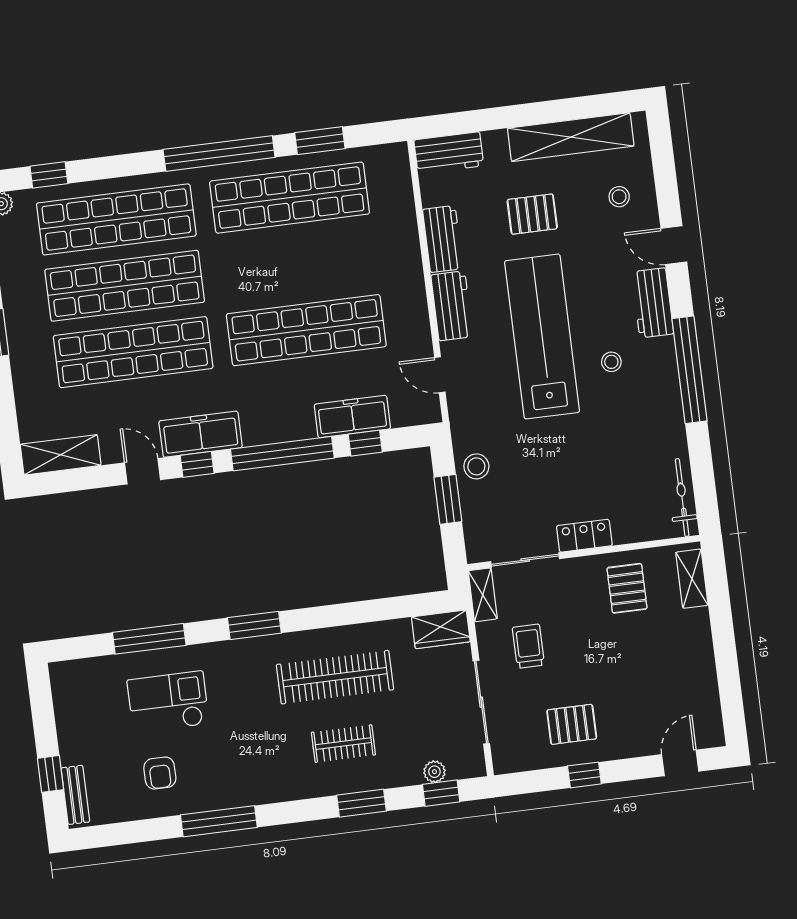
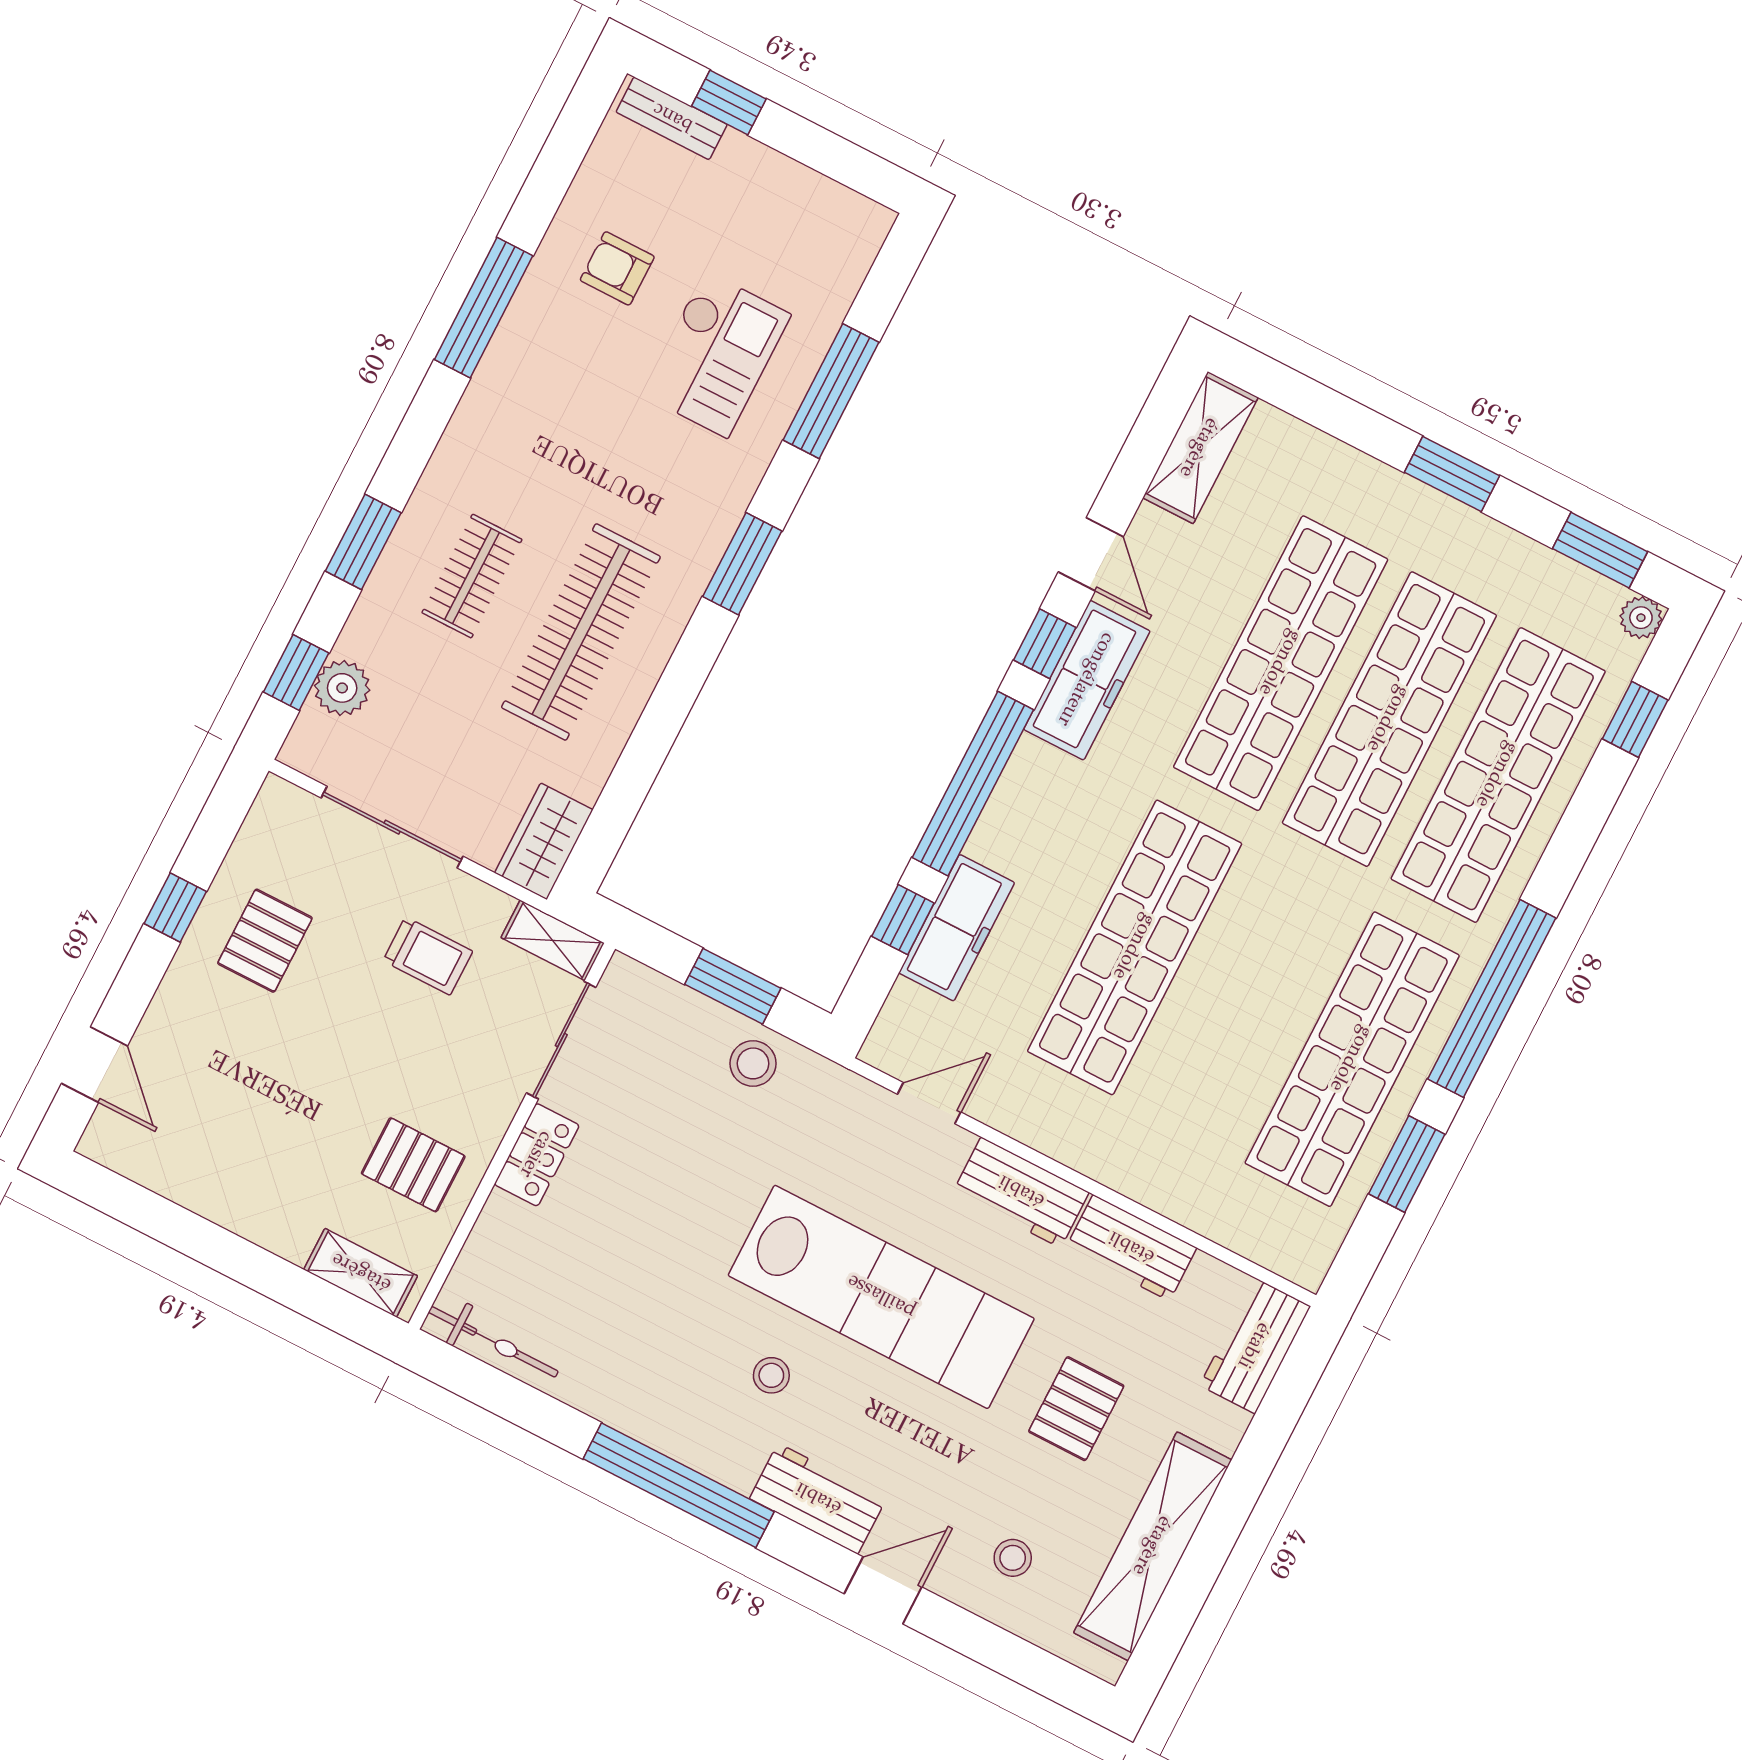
door: (143, 471) -> (1091, 554), hinge flipped
plant: (434, 772) -> (342, 688), width x1.38, depth x1.38

